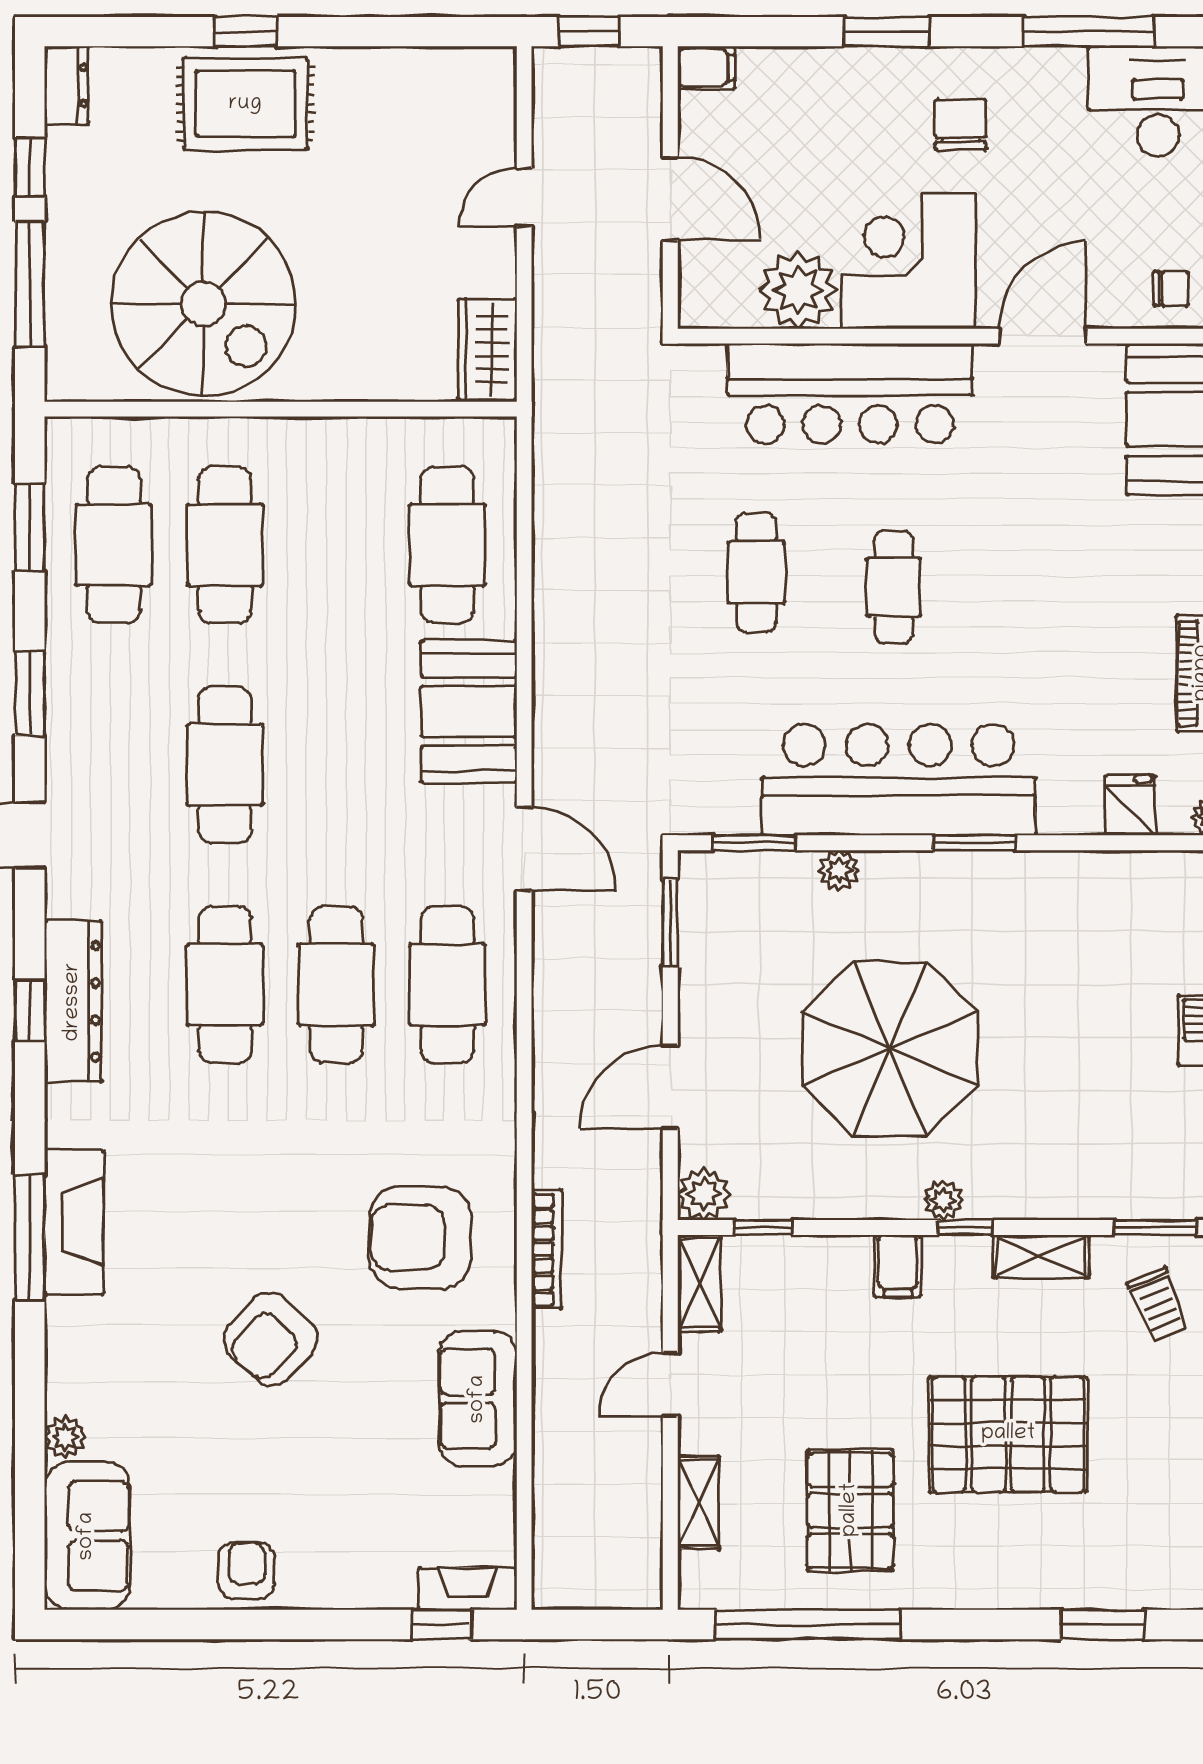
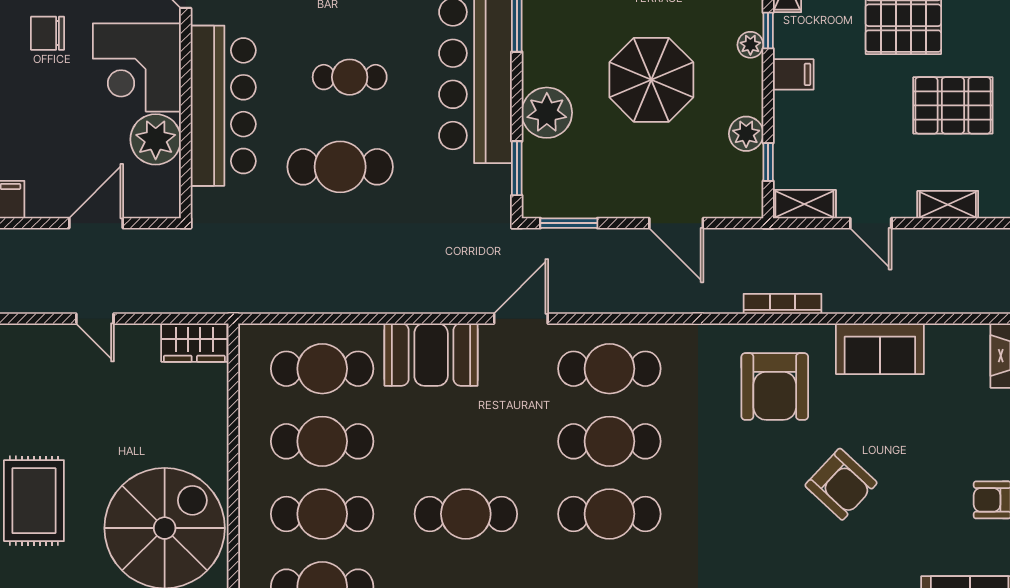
cafe table: (336, 545) -> (322, 441), added
cafe table: (756, 572) -> (340, 167), width x1.37, depth x1.35
plant: (839, 871) -> (547, 113), width x1.88, depth x1.88
parasol: (890, 1049) -> (651, 80), width x0.73, depth x0.73
plant: (704, 1194) -> (746, 134), moved

